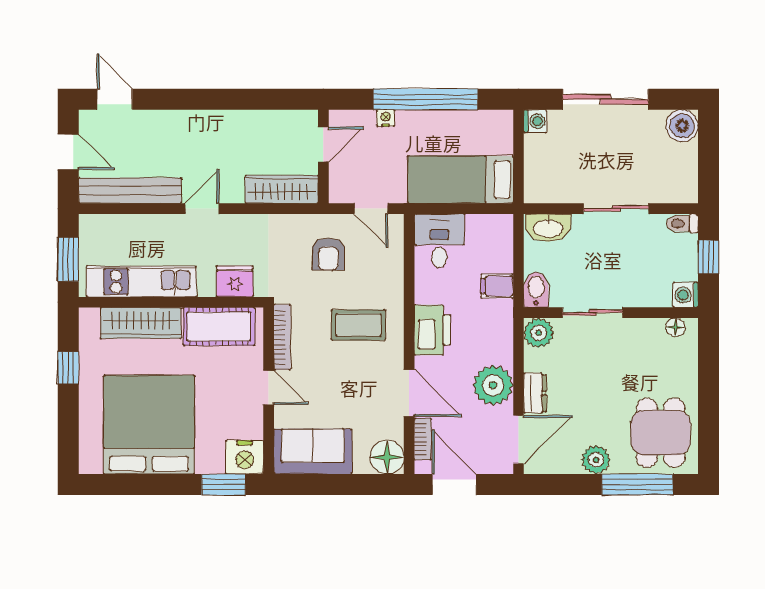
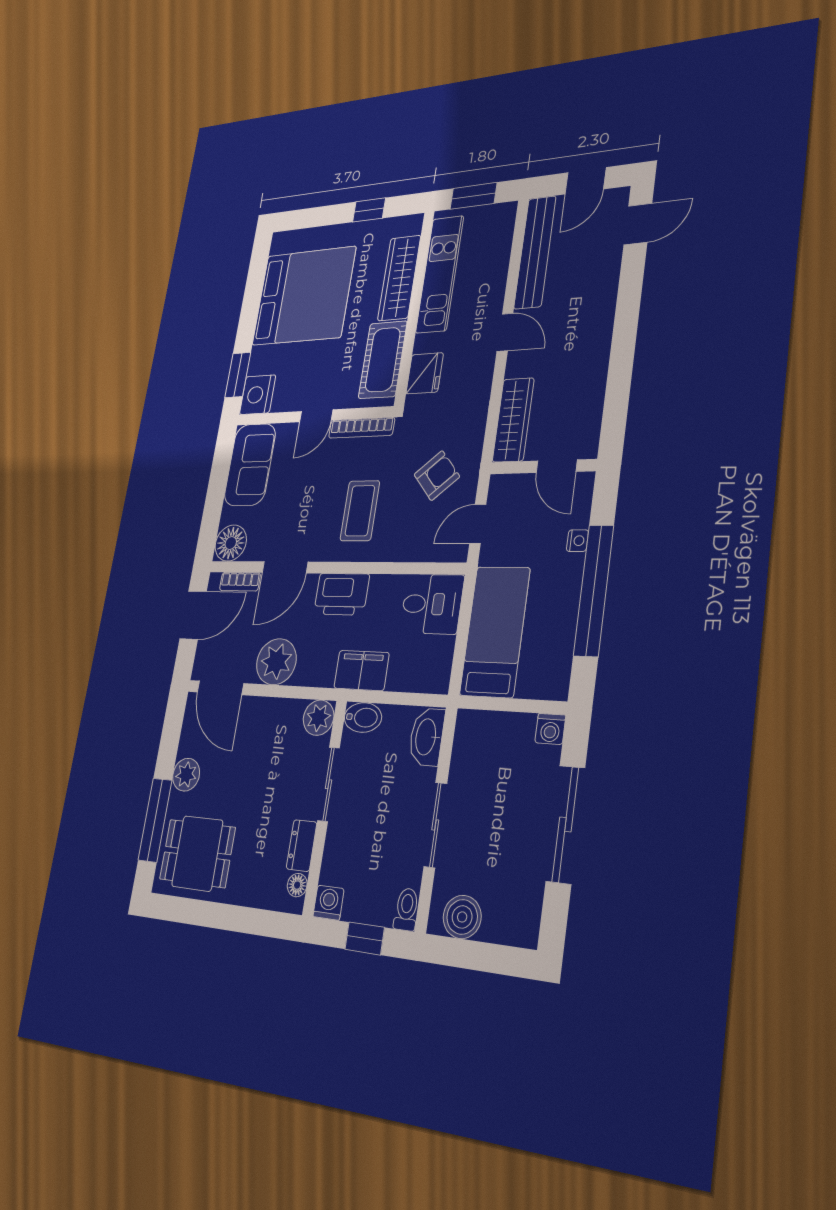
boiler: (682, 126) -> (462, 917), moved
armchair: (328, 254) -> (437, 476), turned 139
filing cabinet: (497, 286) -> (361, 670), width x2.00
dresser: (535, 393) -> (302, 846), moved, turned 90

